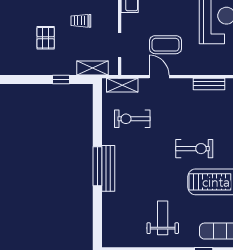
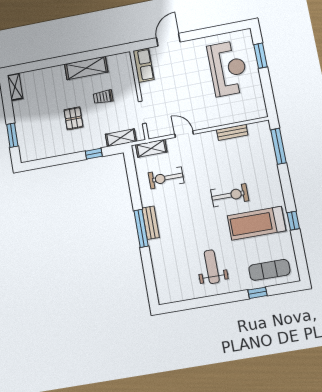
coffee table: (166, 45) -> (185, 104), removed
bench: (108, 168) -> (151, 223), width x0.73

